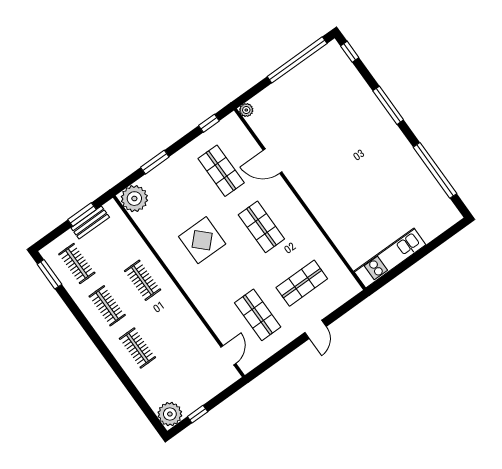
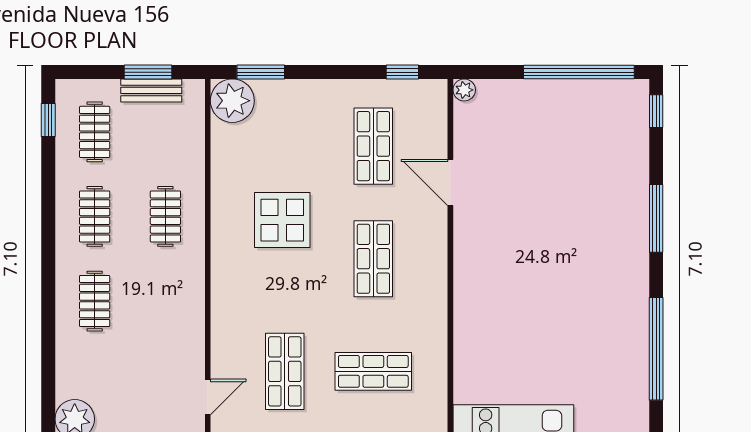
window: (155, 162) -> (261, 72), moved
window: (49, 274) -> (48, 120), width x0.67

